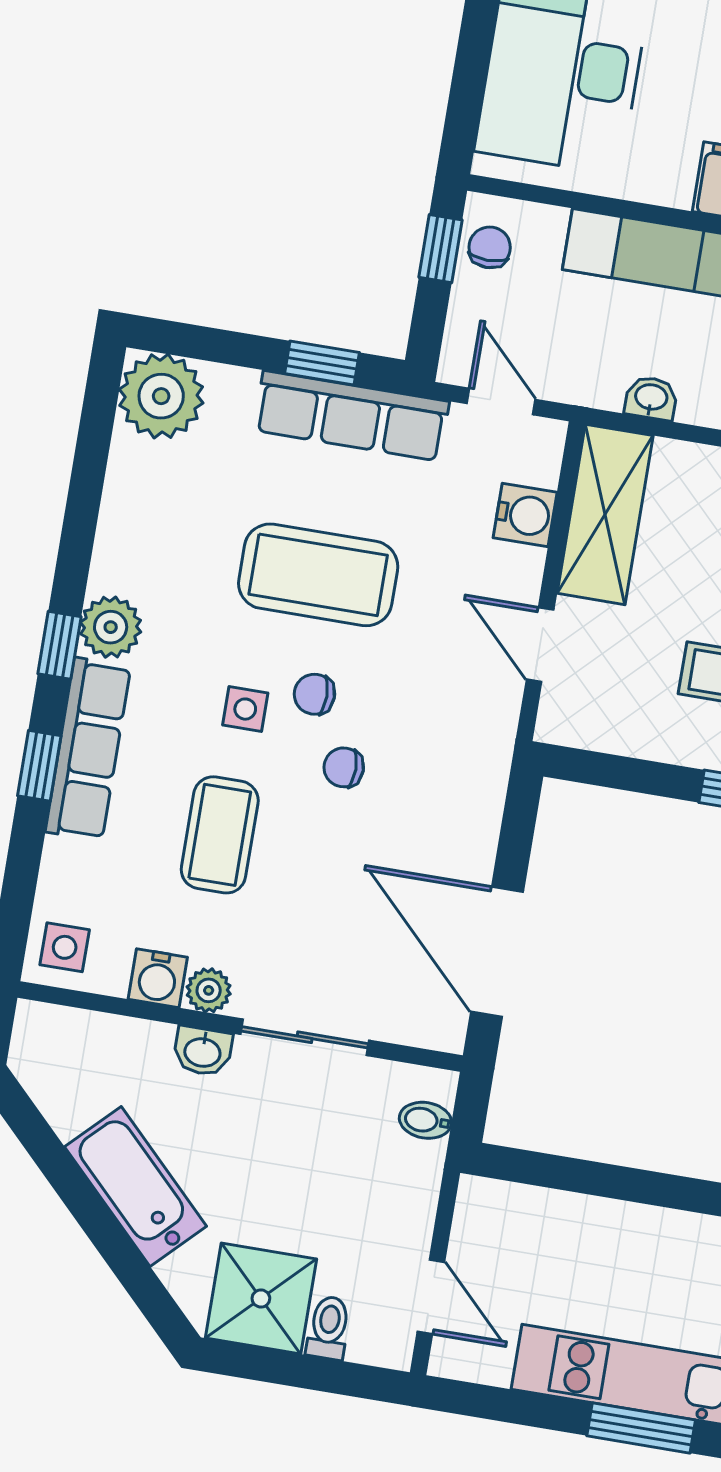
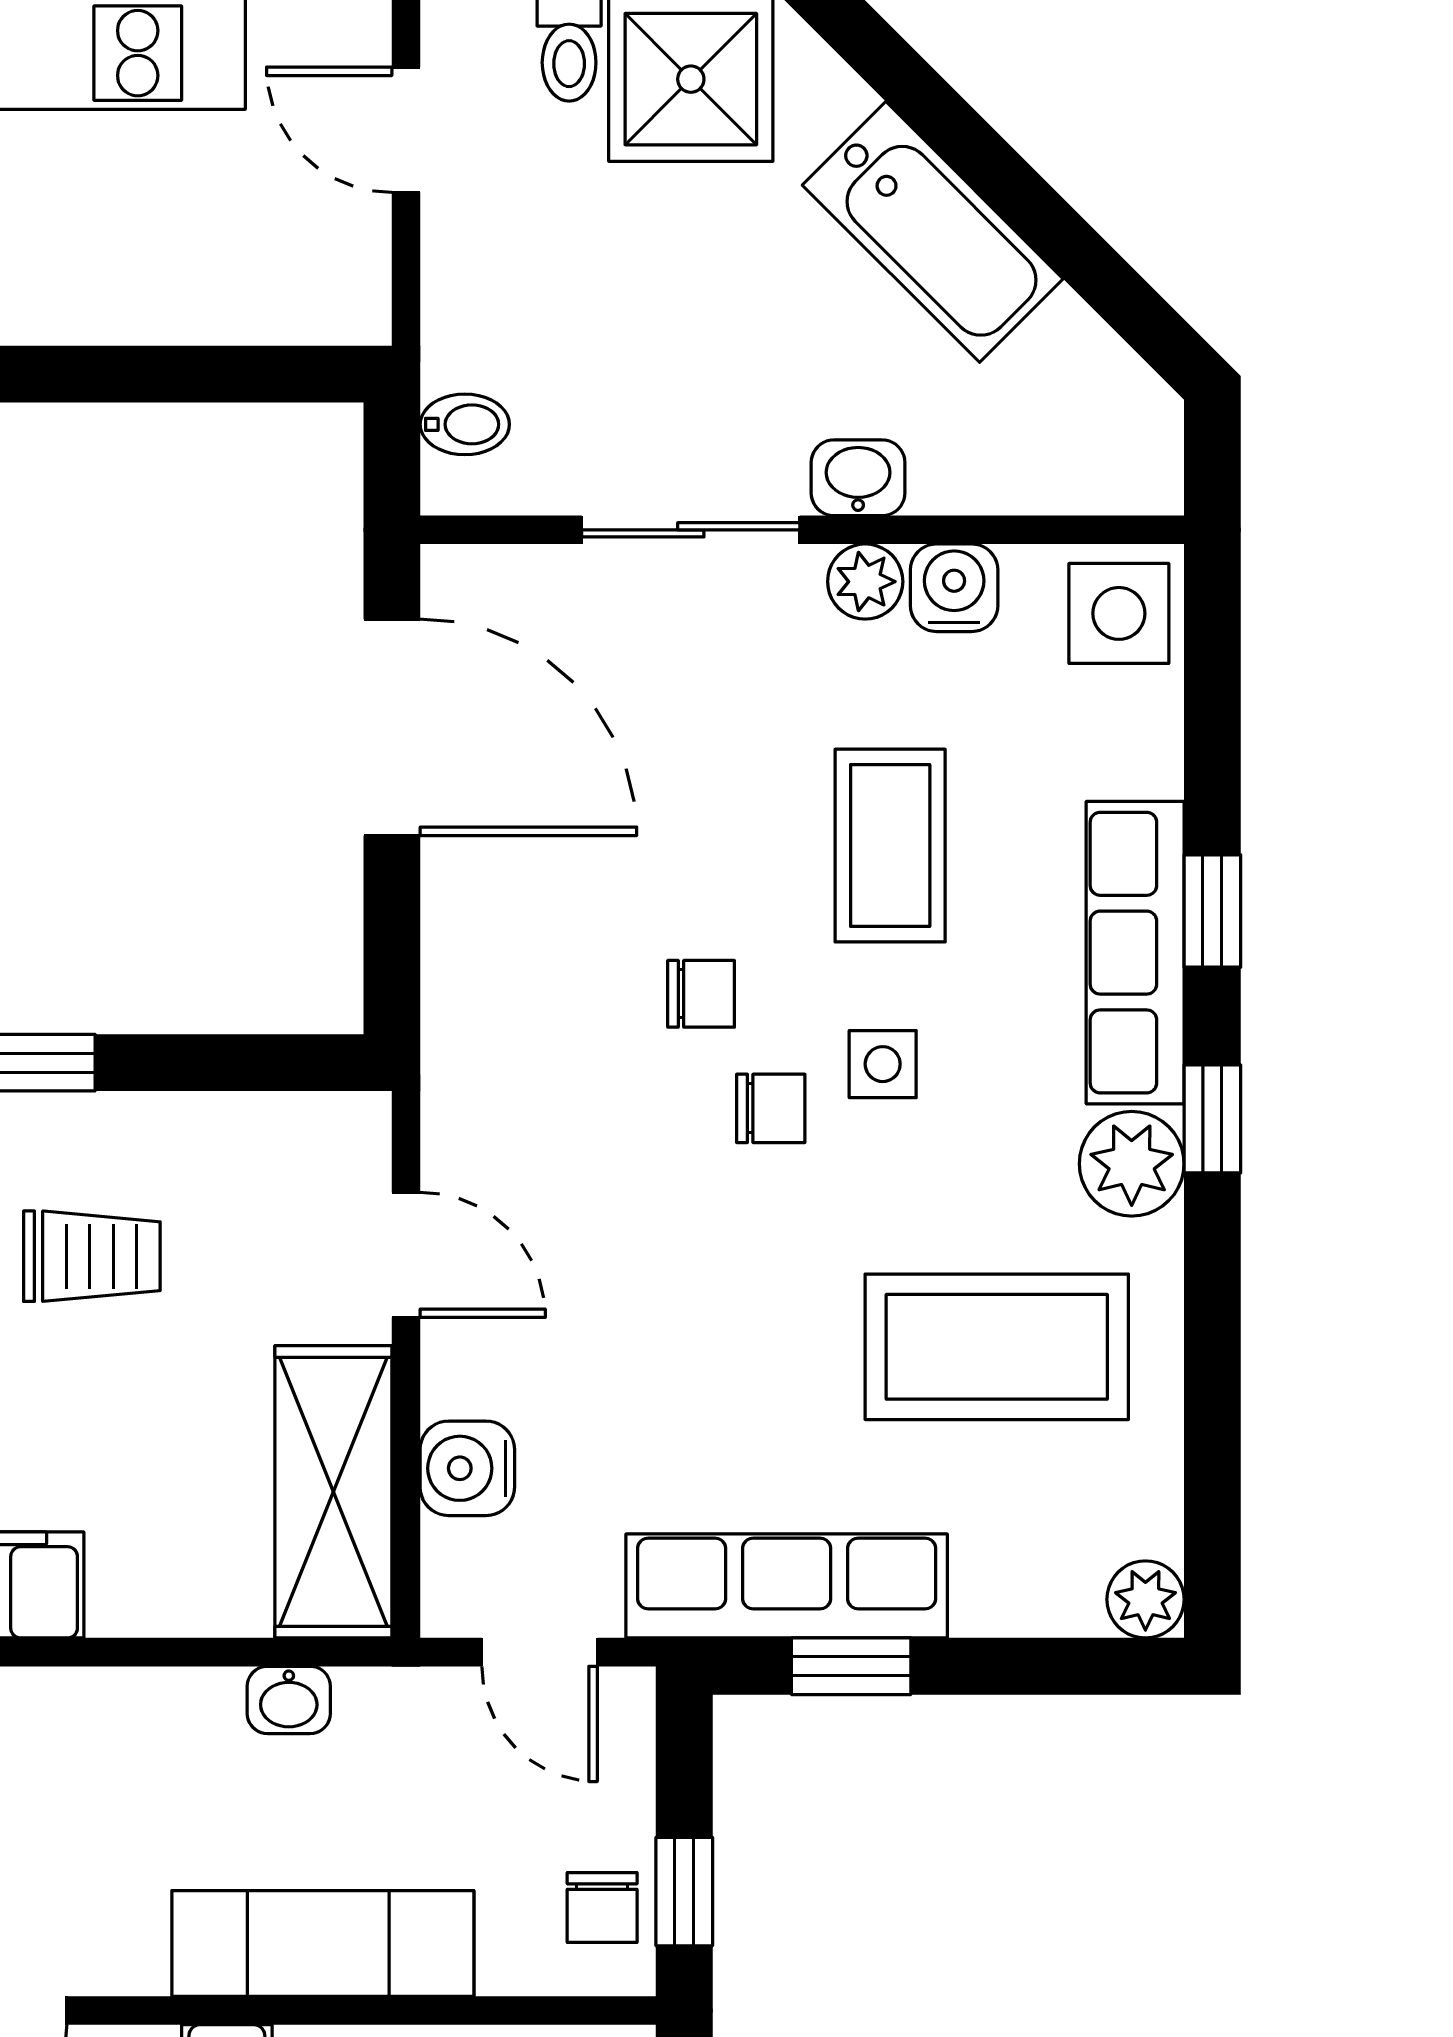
plant: (161, 396) -> (1145, 1599), width x0.53, depth x0.53
coffee table: (318, 575) -> (997, 1347), moved
side table: (65, 947) -> (1119, 613), width x1.37, depth x1.37

